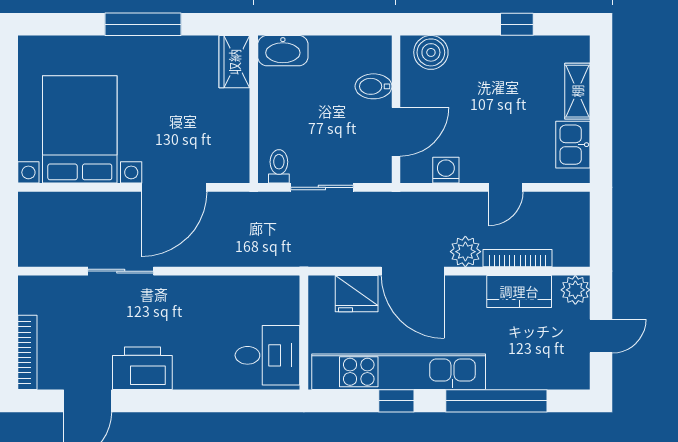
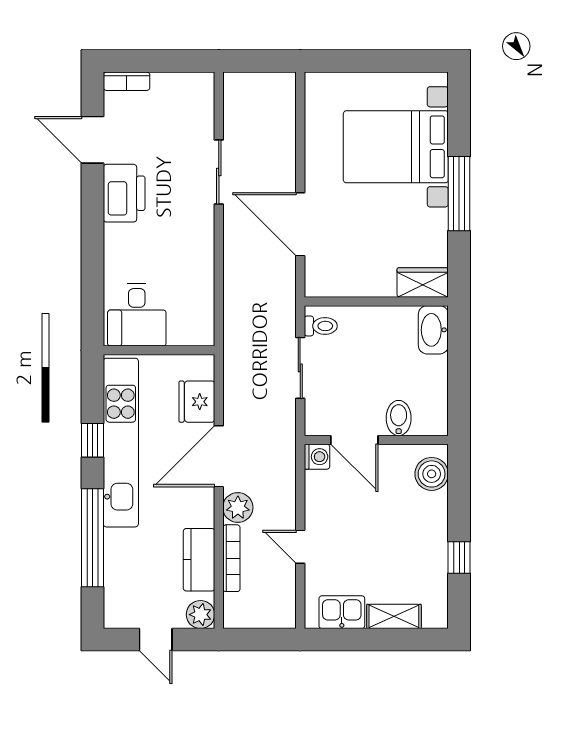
bed with nightstands: (80, 129) -> (396, 147), moved, turned 180
washing machine: (446, 170) -> (317, 457), moved
bookcase: (27, 352) -> (127, 81), width x0.64

